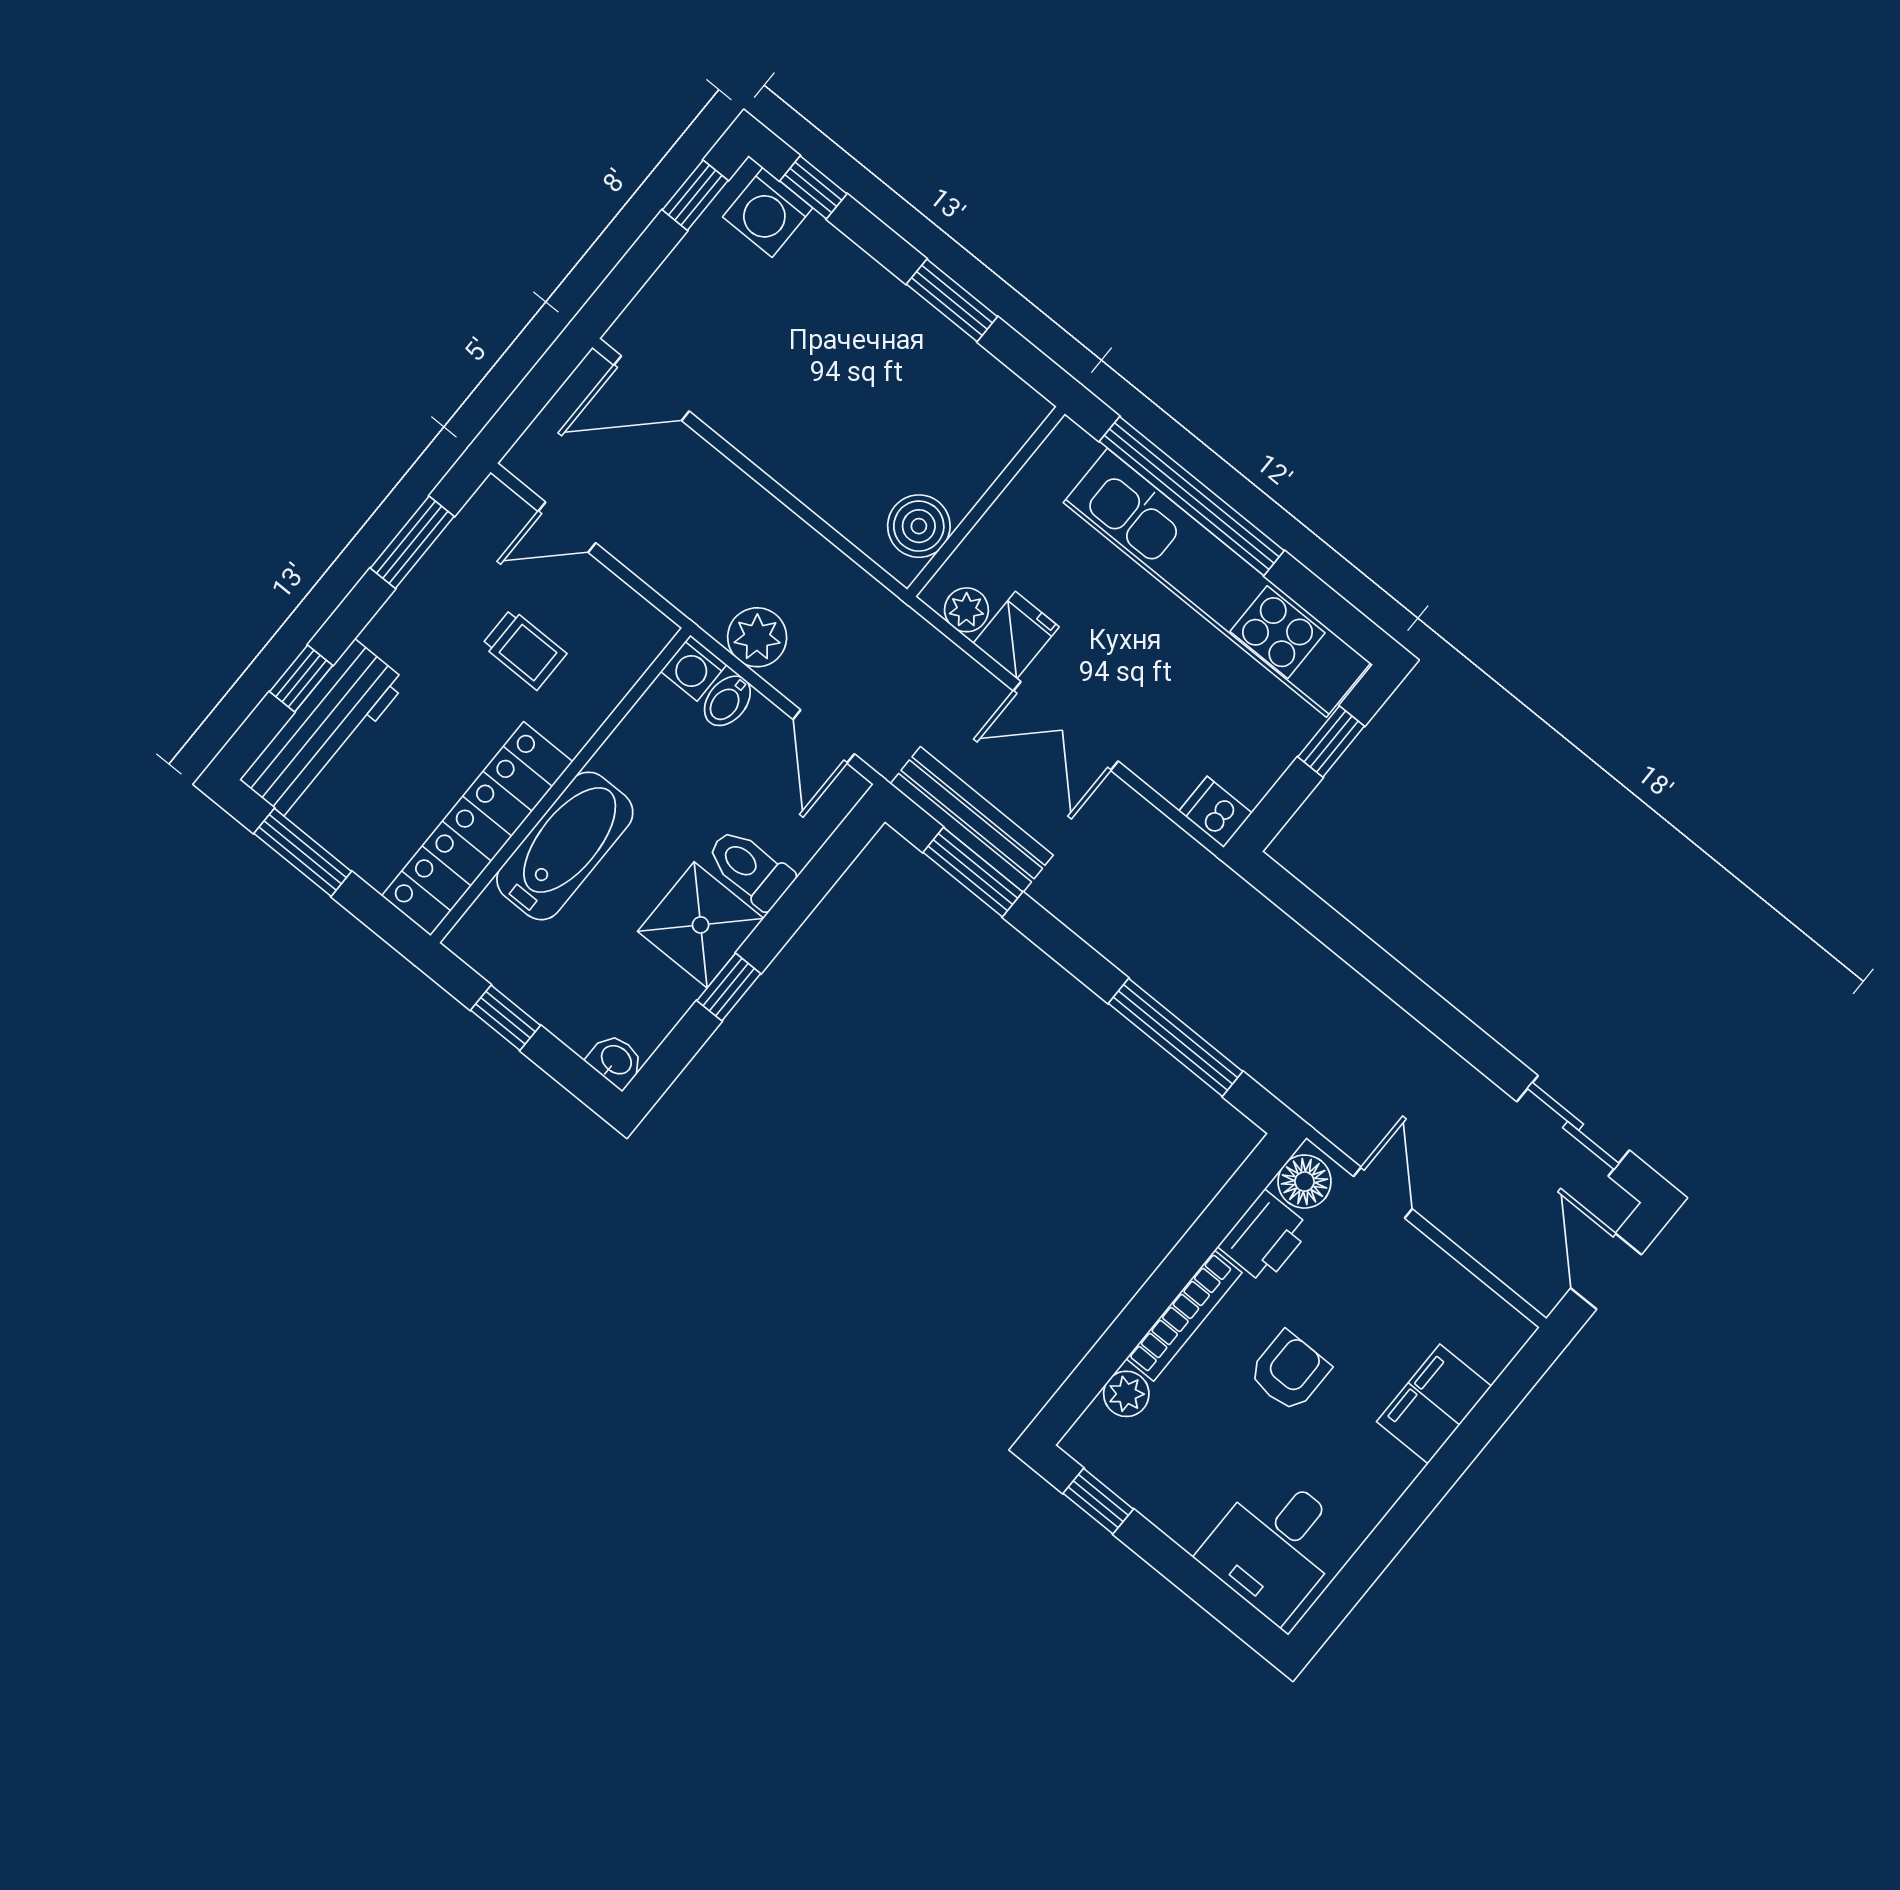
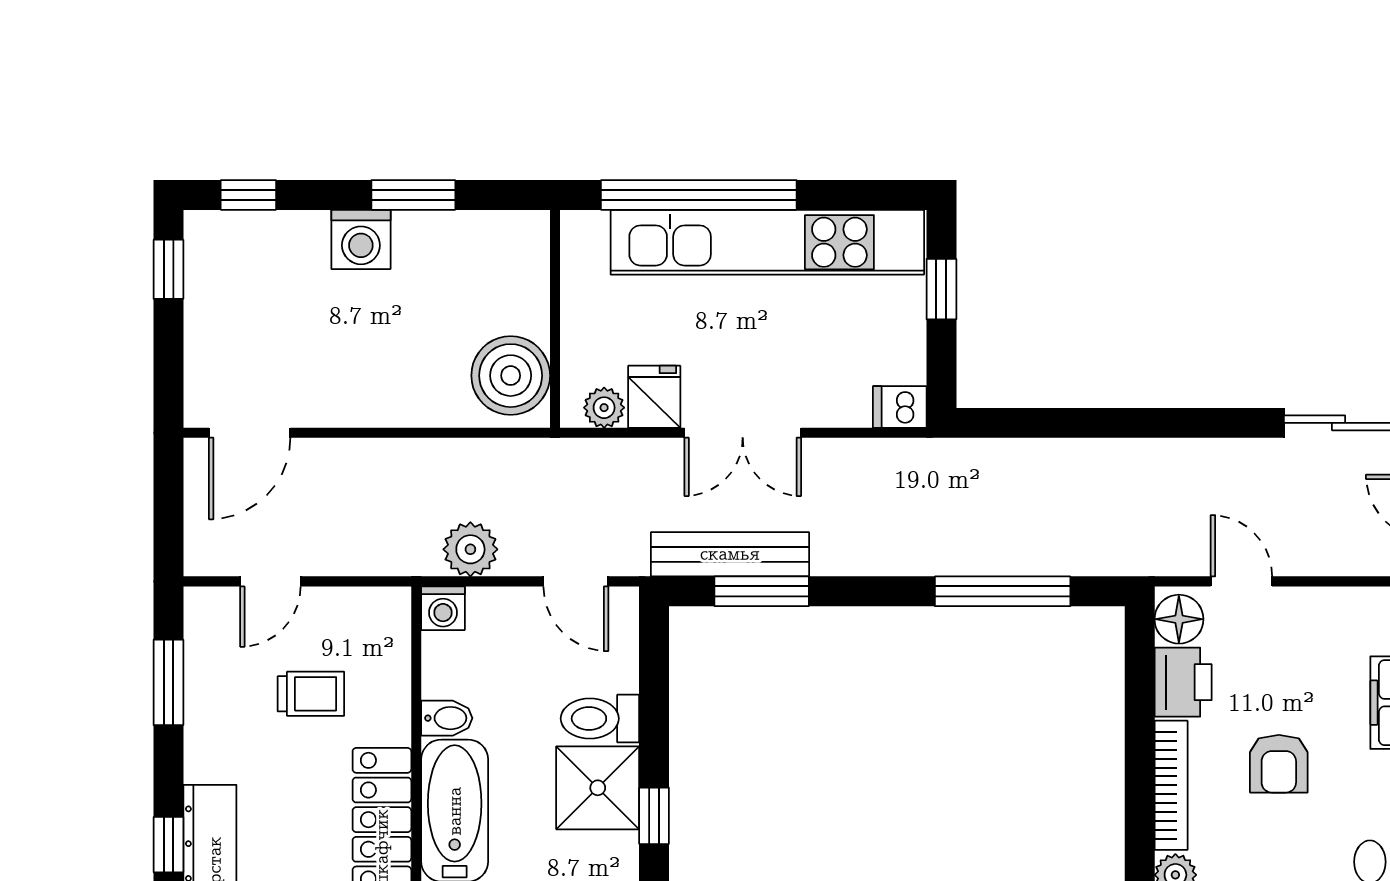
washing machine: (768, 212) -> (361, 239), moved
boiler: (919, 526) -> (511, 376), width x1.37, depth x1.37
bidet: (727, 701) -> (447, 718), moved, turned -90
armchair: (1289, 1371) -> (1279, 764), turned 180

